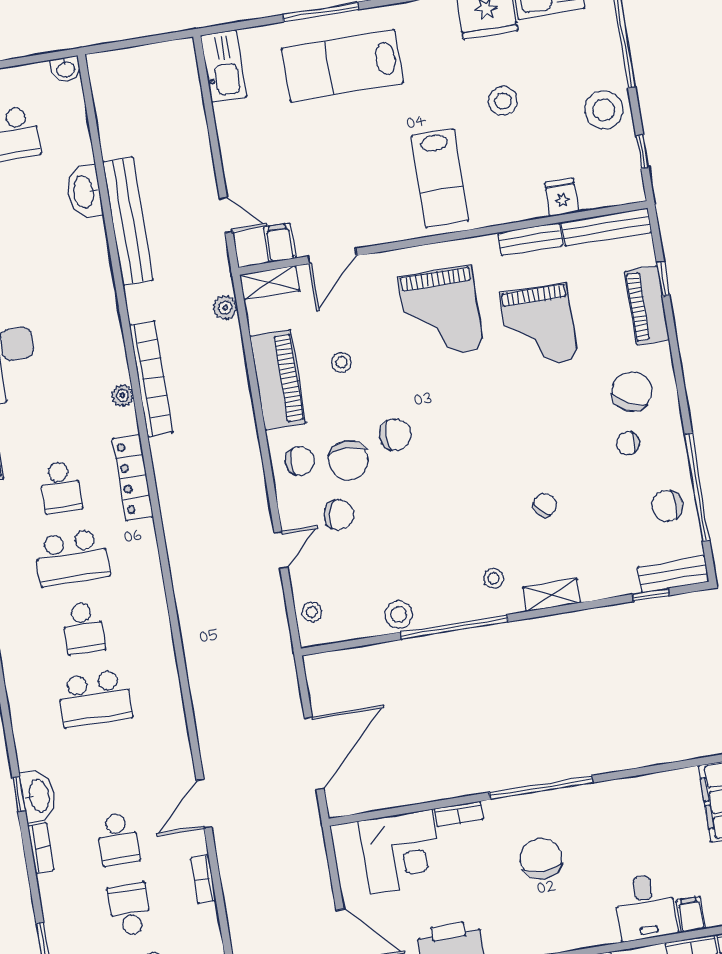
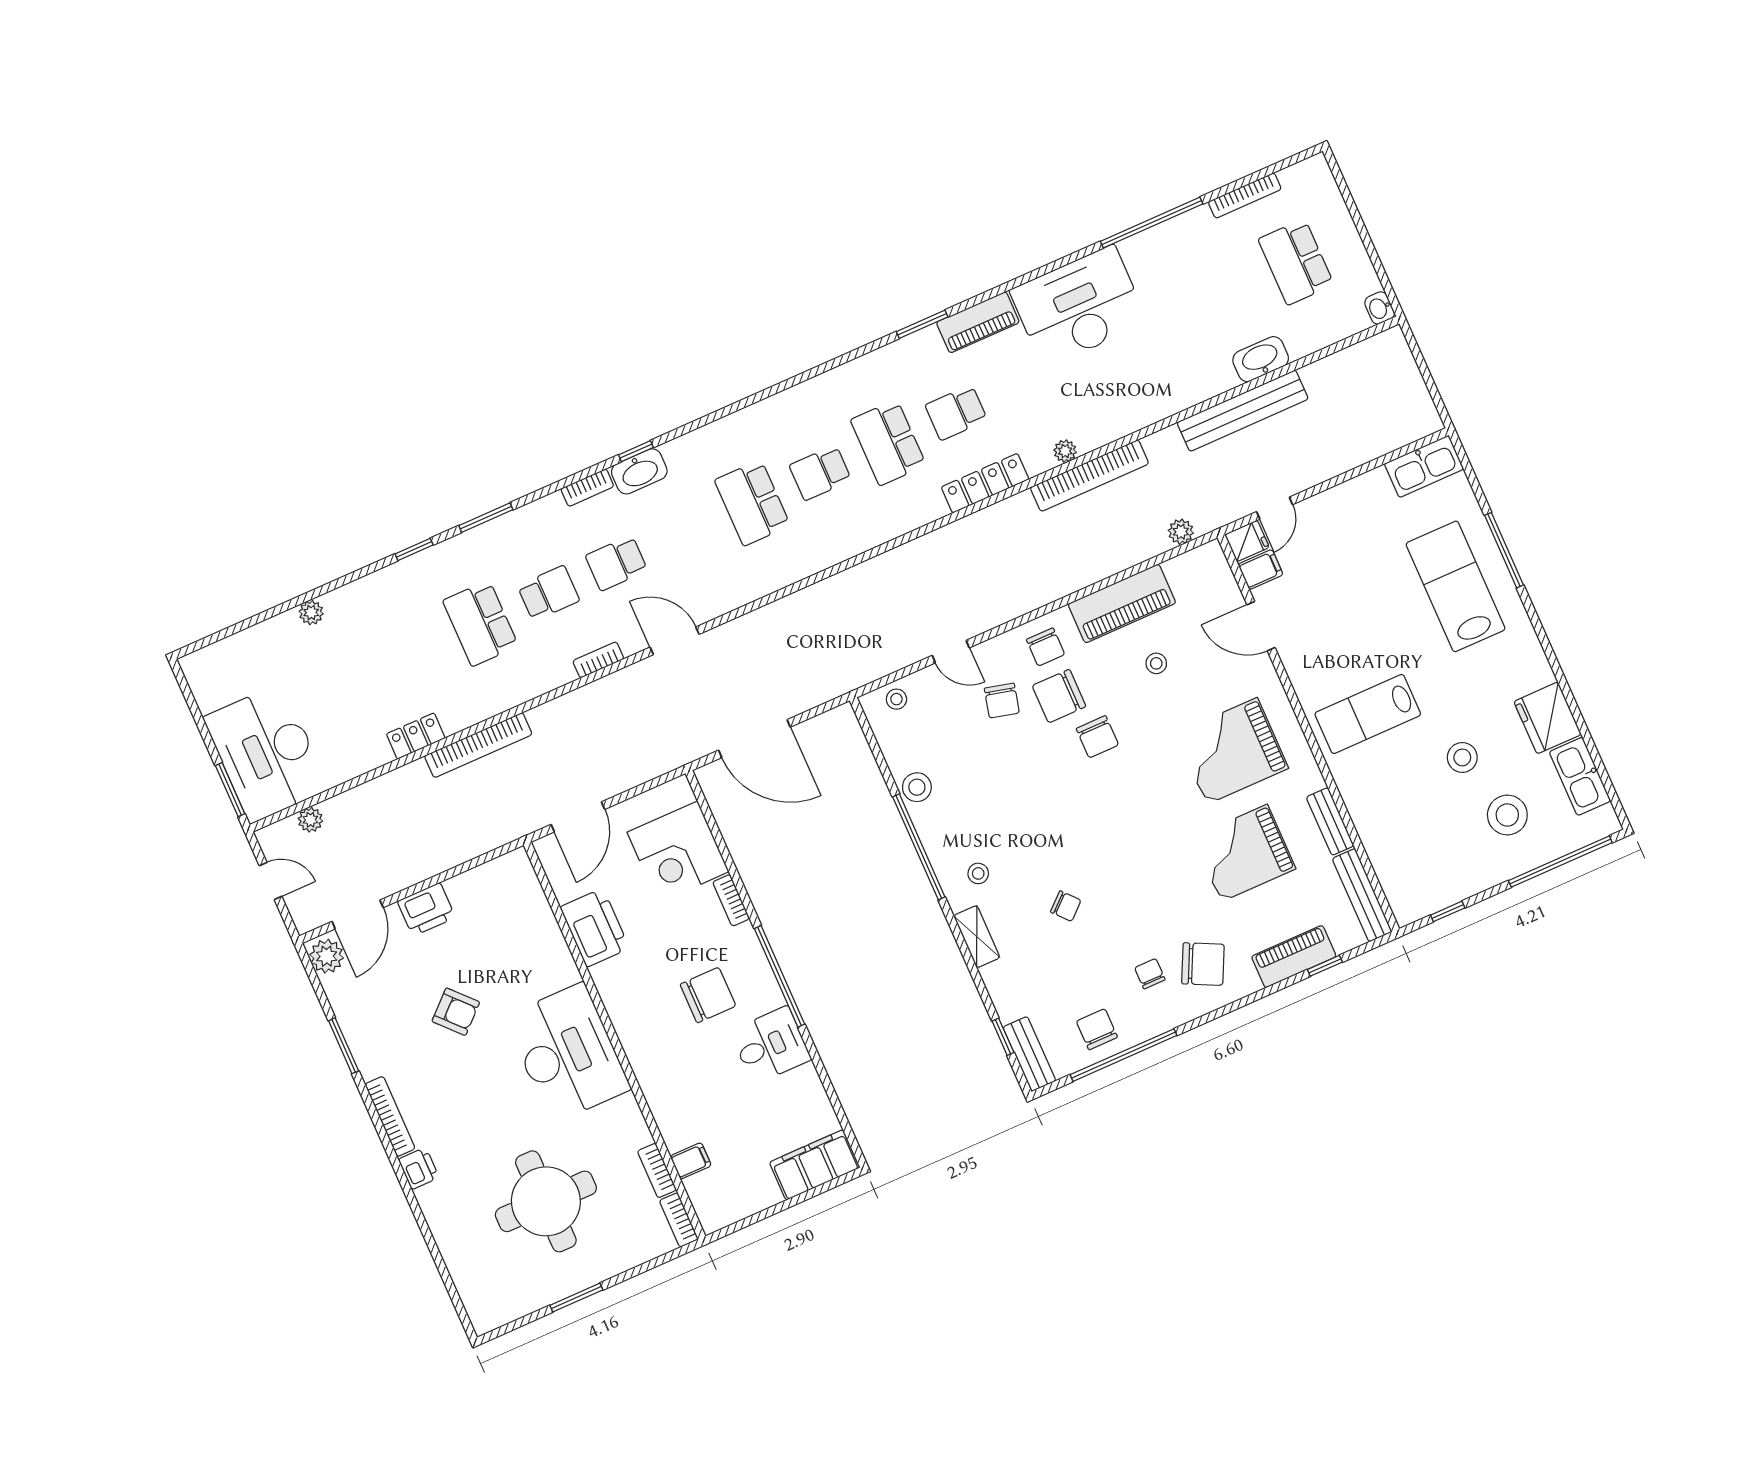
stool: (604, 110) -> (1507, 815), moved
fridge: (562, 197) -> (1247, 541), moved
shelving: (270, 283) -> (1217, 570), removed
desk: (645, 907) -> (771, 1045), moved, turned 180

